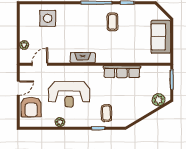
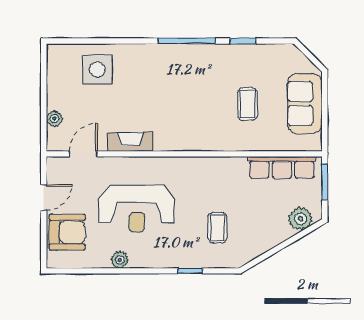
coffee table: (113, 22) -> (248, 104), moved
fireplace: (83, 58) -> (130, 142), moved
row of seats: (122, 72) -> (282, 167), moved
armchair: (31, 107) -> (67, 232), turned -90
coffee table: (106, 113) -> (217, 228), moved

